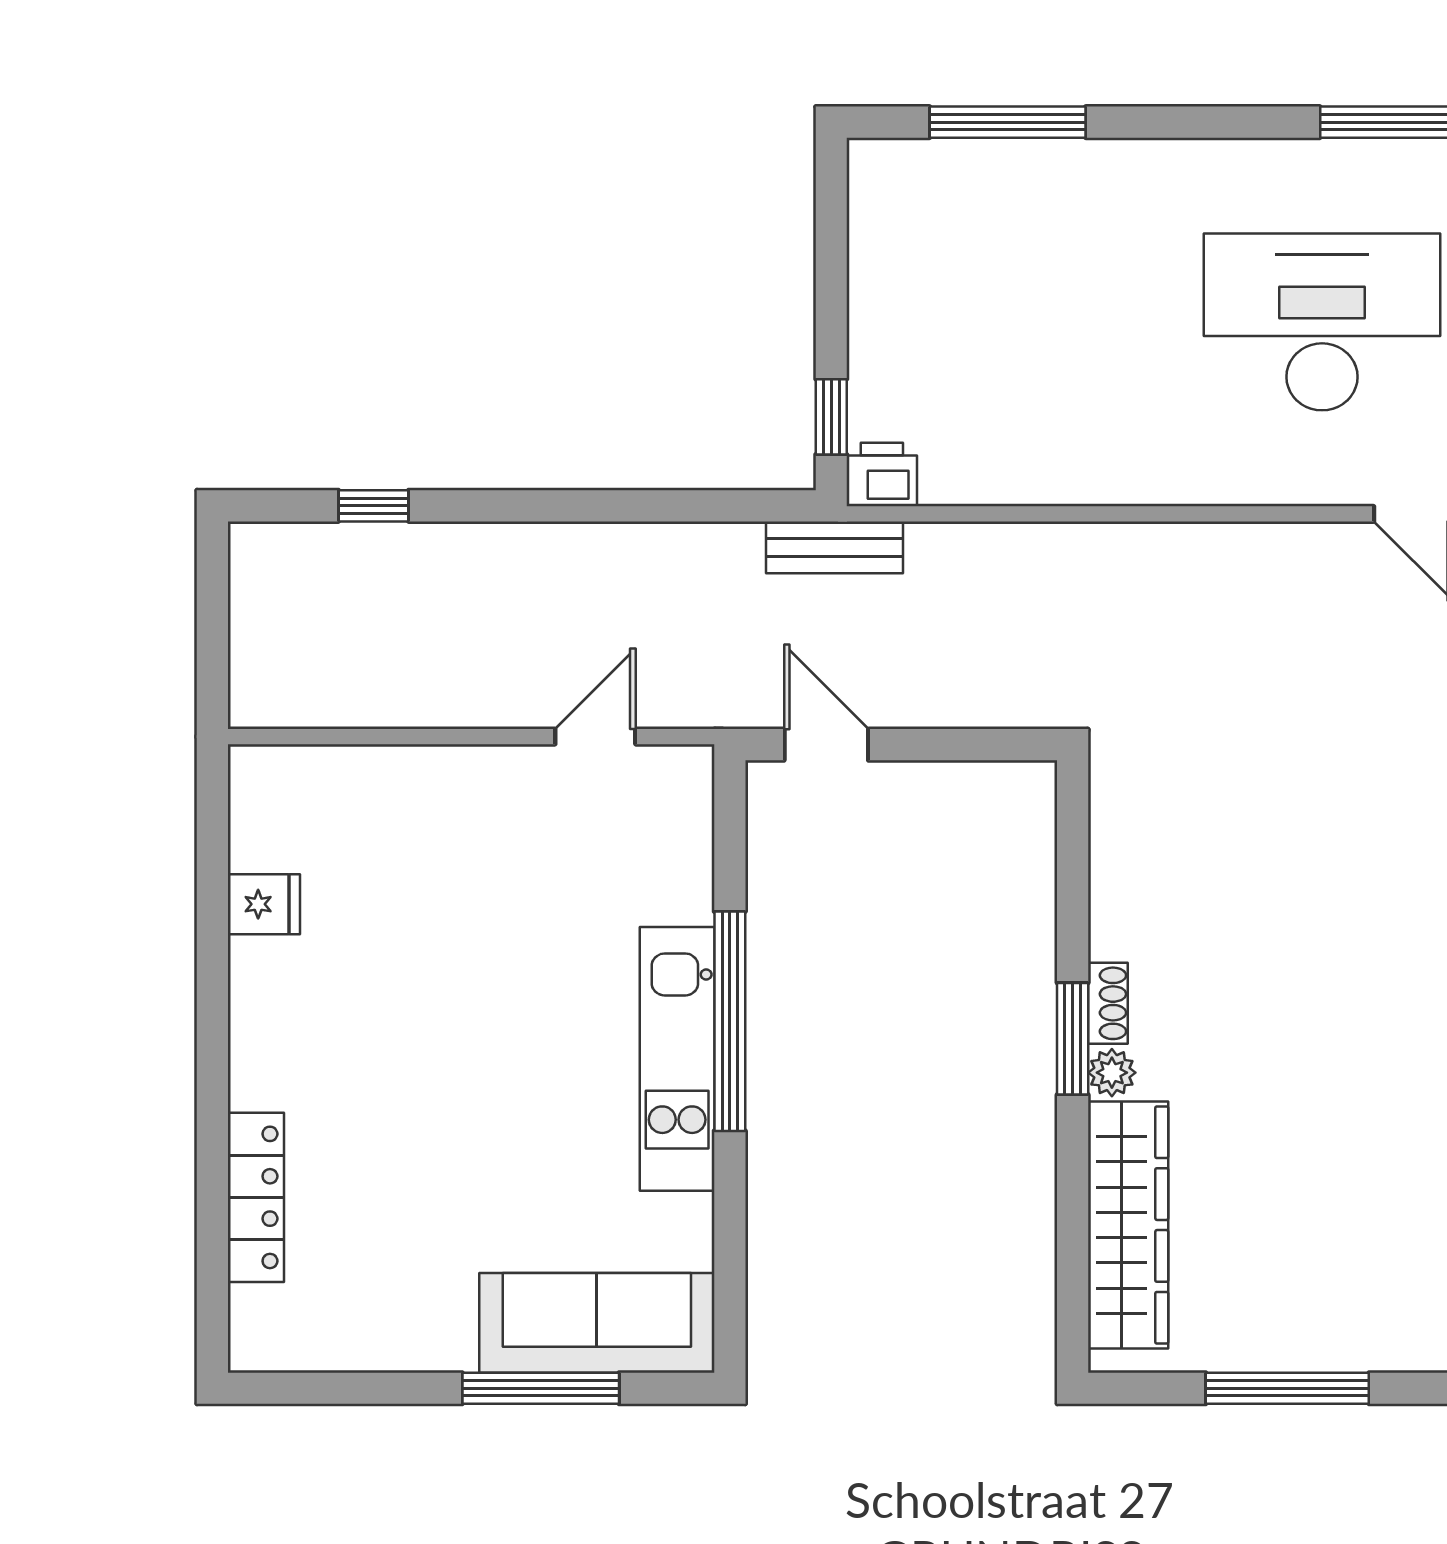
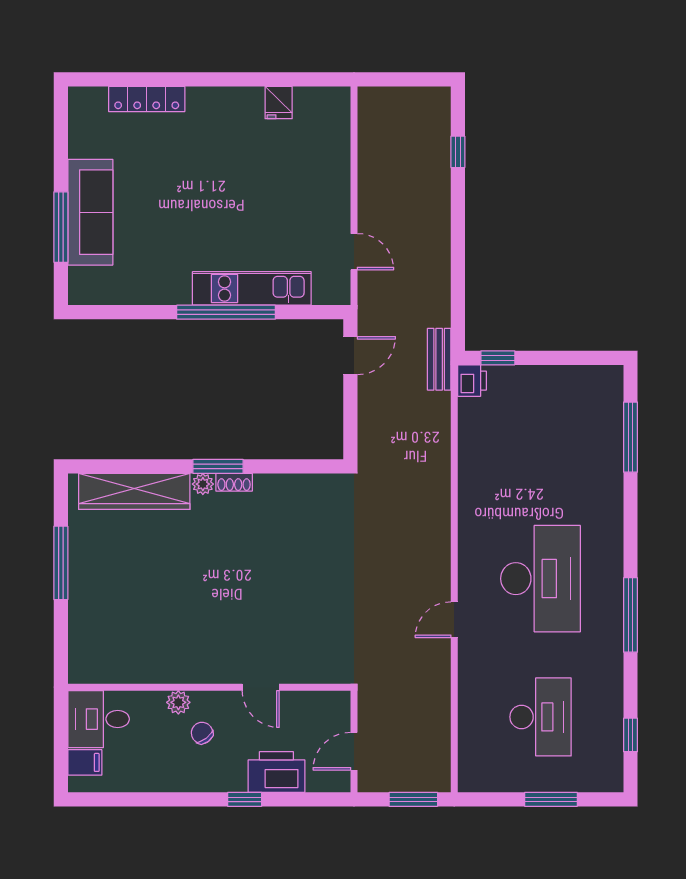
kitchen unit: (677, 1059) -> (252, 288), moved
sofa: (597, 1323) -> (90, 212), moved

